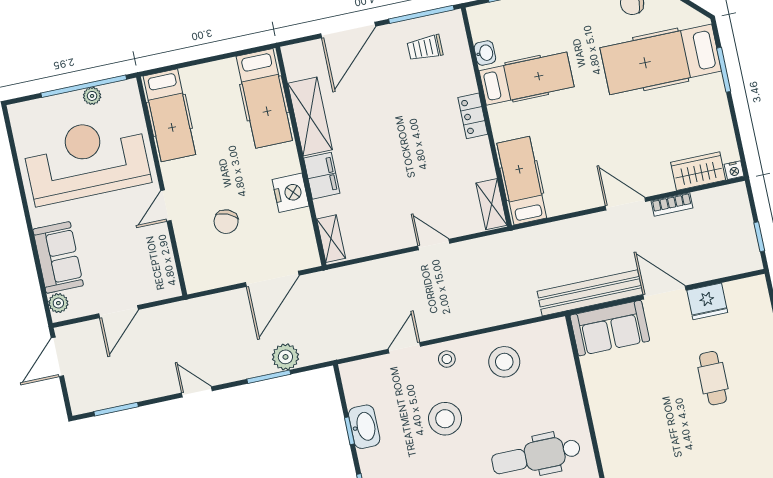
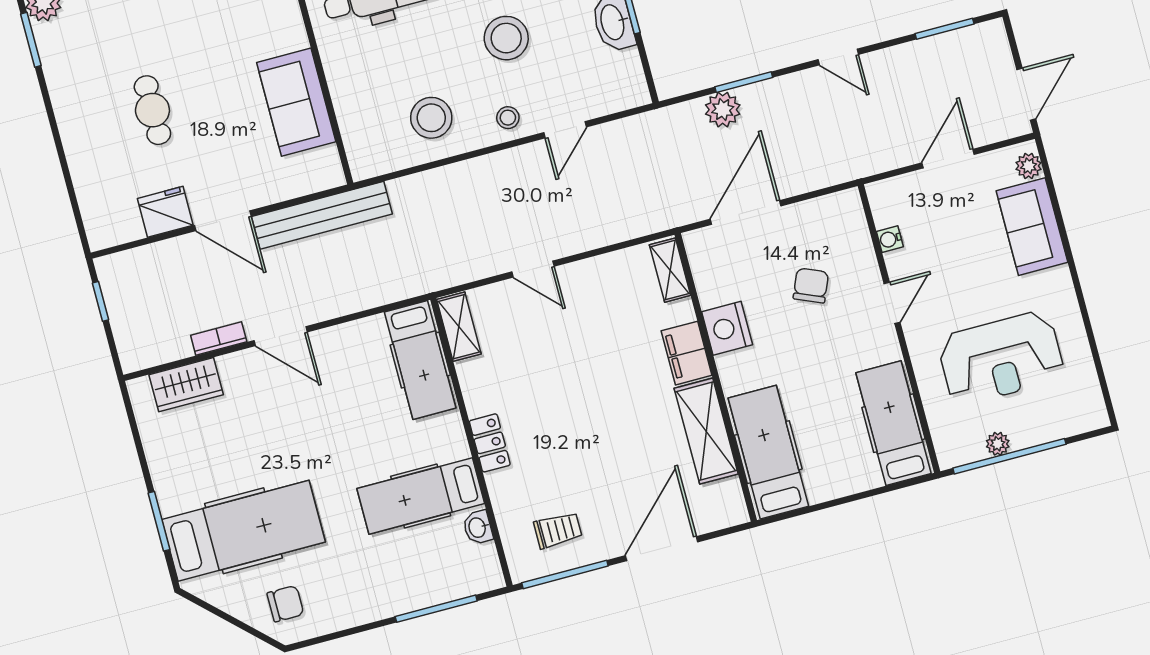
reception desk: (86, 160) -> (1001, 358), width x0.74, depth x0.77
nightstand: (734, 170) -> (138, 388), removed
water cooler: (165, 253) -> (890, 239), added
sofa: (610, 328) -> (296, 102), moved, turned -90

